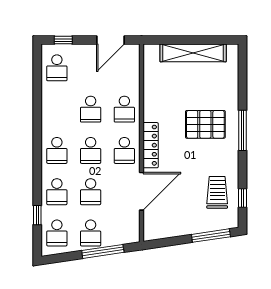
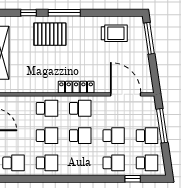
pallet: (205, 124) -> (50, 34), moved, turned 90
school desk: (57, 150) -> (47, 163), moved
door: (142, 191) -> (126, 94), moved
trolley: (217, 192) -> (114, 33), turned 180
window: (243, 198) -> (28, 13), moved

